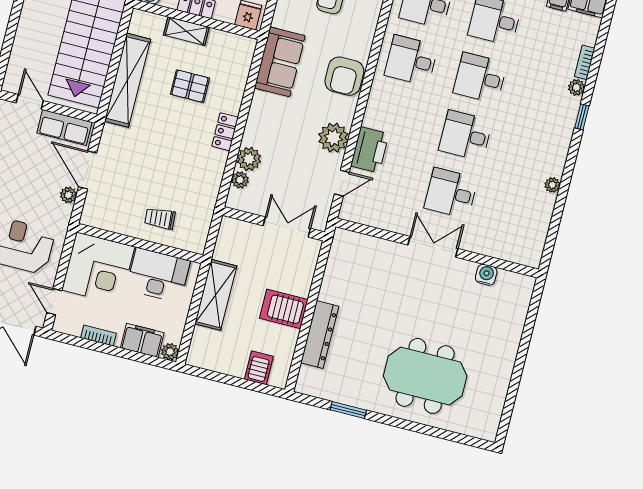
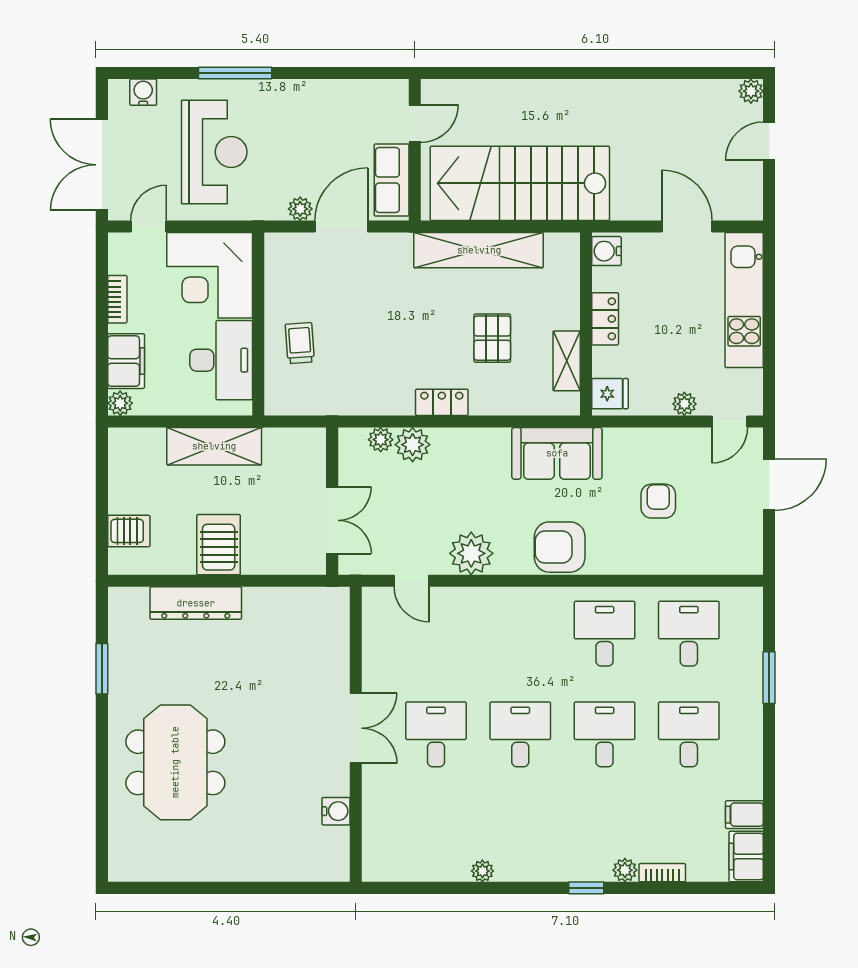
shelving: (186, 31) -> (567, 361), moved
printer: (370, 150) -> (467, 608), removed

